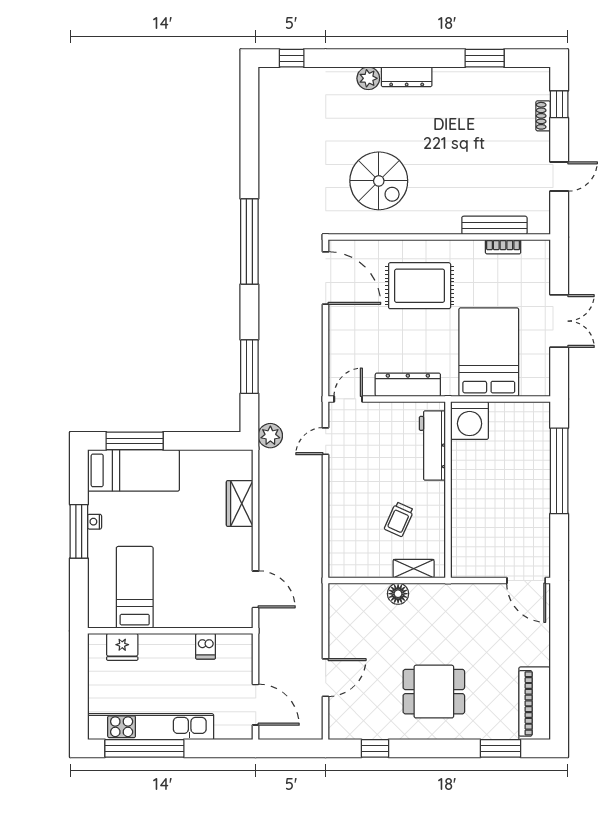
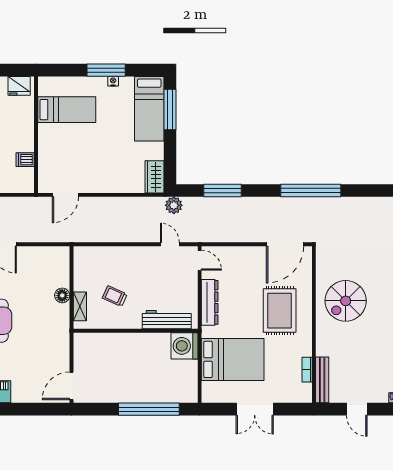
spiral stairs: (379, 181) -> (346, 301), moved
bench: (494, 225) -> (322, 380), moved
wardrobe: (240, 503) -> (154, 177), moved, turned -90
fridge: (122, 647) -> (19, 86), moved, turned -90

